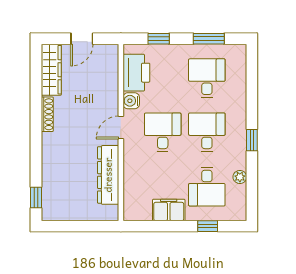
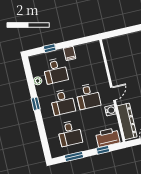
printer: (136, 73) -> (108, 137), moved, turned 90
dresser: (108, 175) -> (127, 121), moved
desk: (207, 187) -> (55, 71), turned 180
filing cabinet: (169, 210) -> (70, 53), width x0.50

